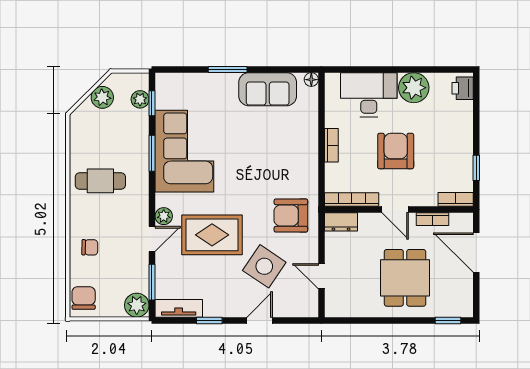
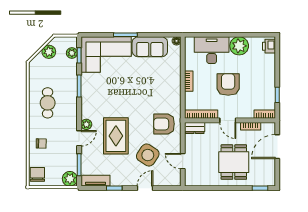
corner sofa: (184, 151) -> (106, 55), moved, turned 90
cafe table: (100, 181) -> (48, 103), turned 90
rug: (212, 235) -> (116, 136), turned 90
door: (476, 253) -> (277, 147), hinge flipped

